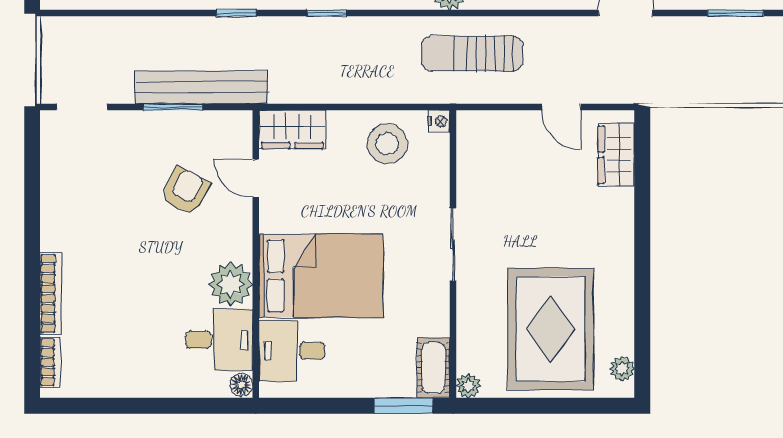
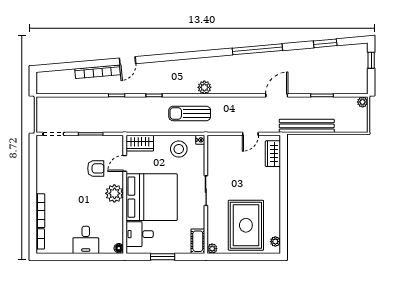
sun lounger: (472, 54) -> (190, 113), moved
bench: (201, 87) -> (307, 126), moved
door: (561, 107) -> (250, 134), hinge flipped
door: (256, 178) -> (125, 163), hinge flipped
armchair: (185, 191) -> (96, 168), turned 63
bed: (321, 276) -> (152, 197), width x1.36
plant: (231, 284) -> (114, 193), moved
desk: (219, 340) -> (86, 240), moved, turned 90
window: (404, 406) -> (163, 257), moved

